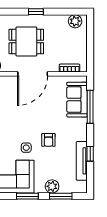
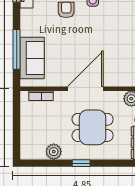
plant: (75, 21) -> (54, 152), moved

